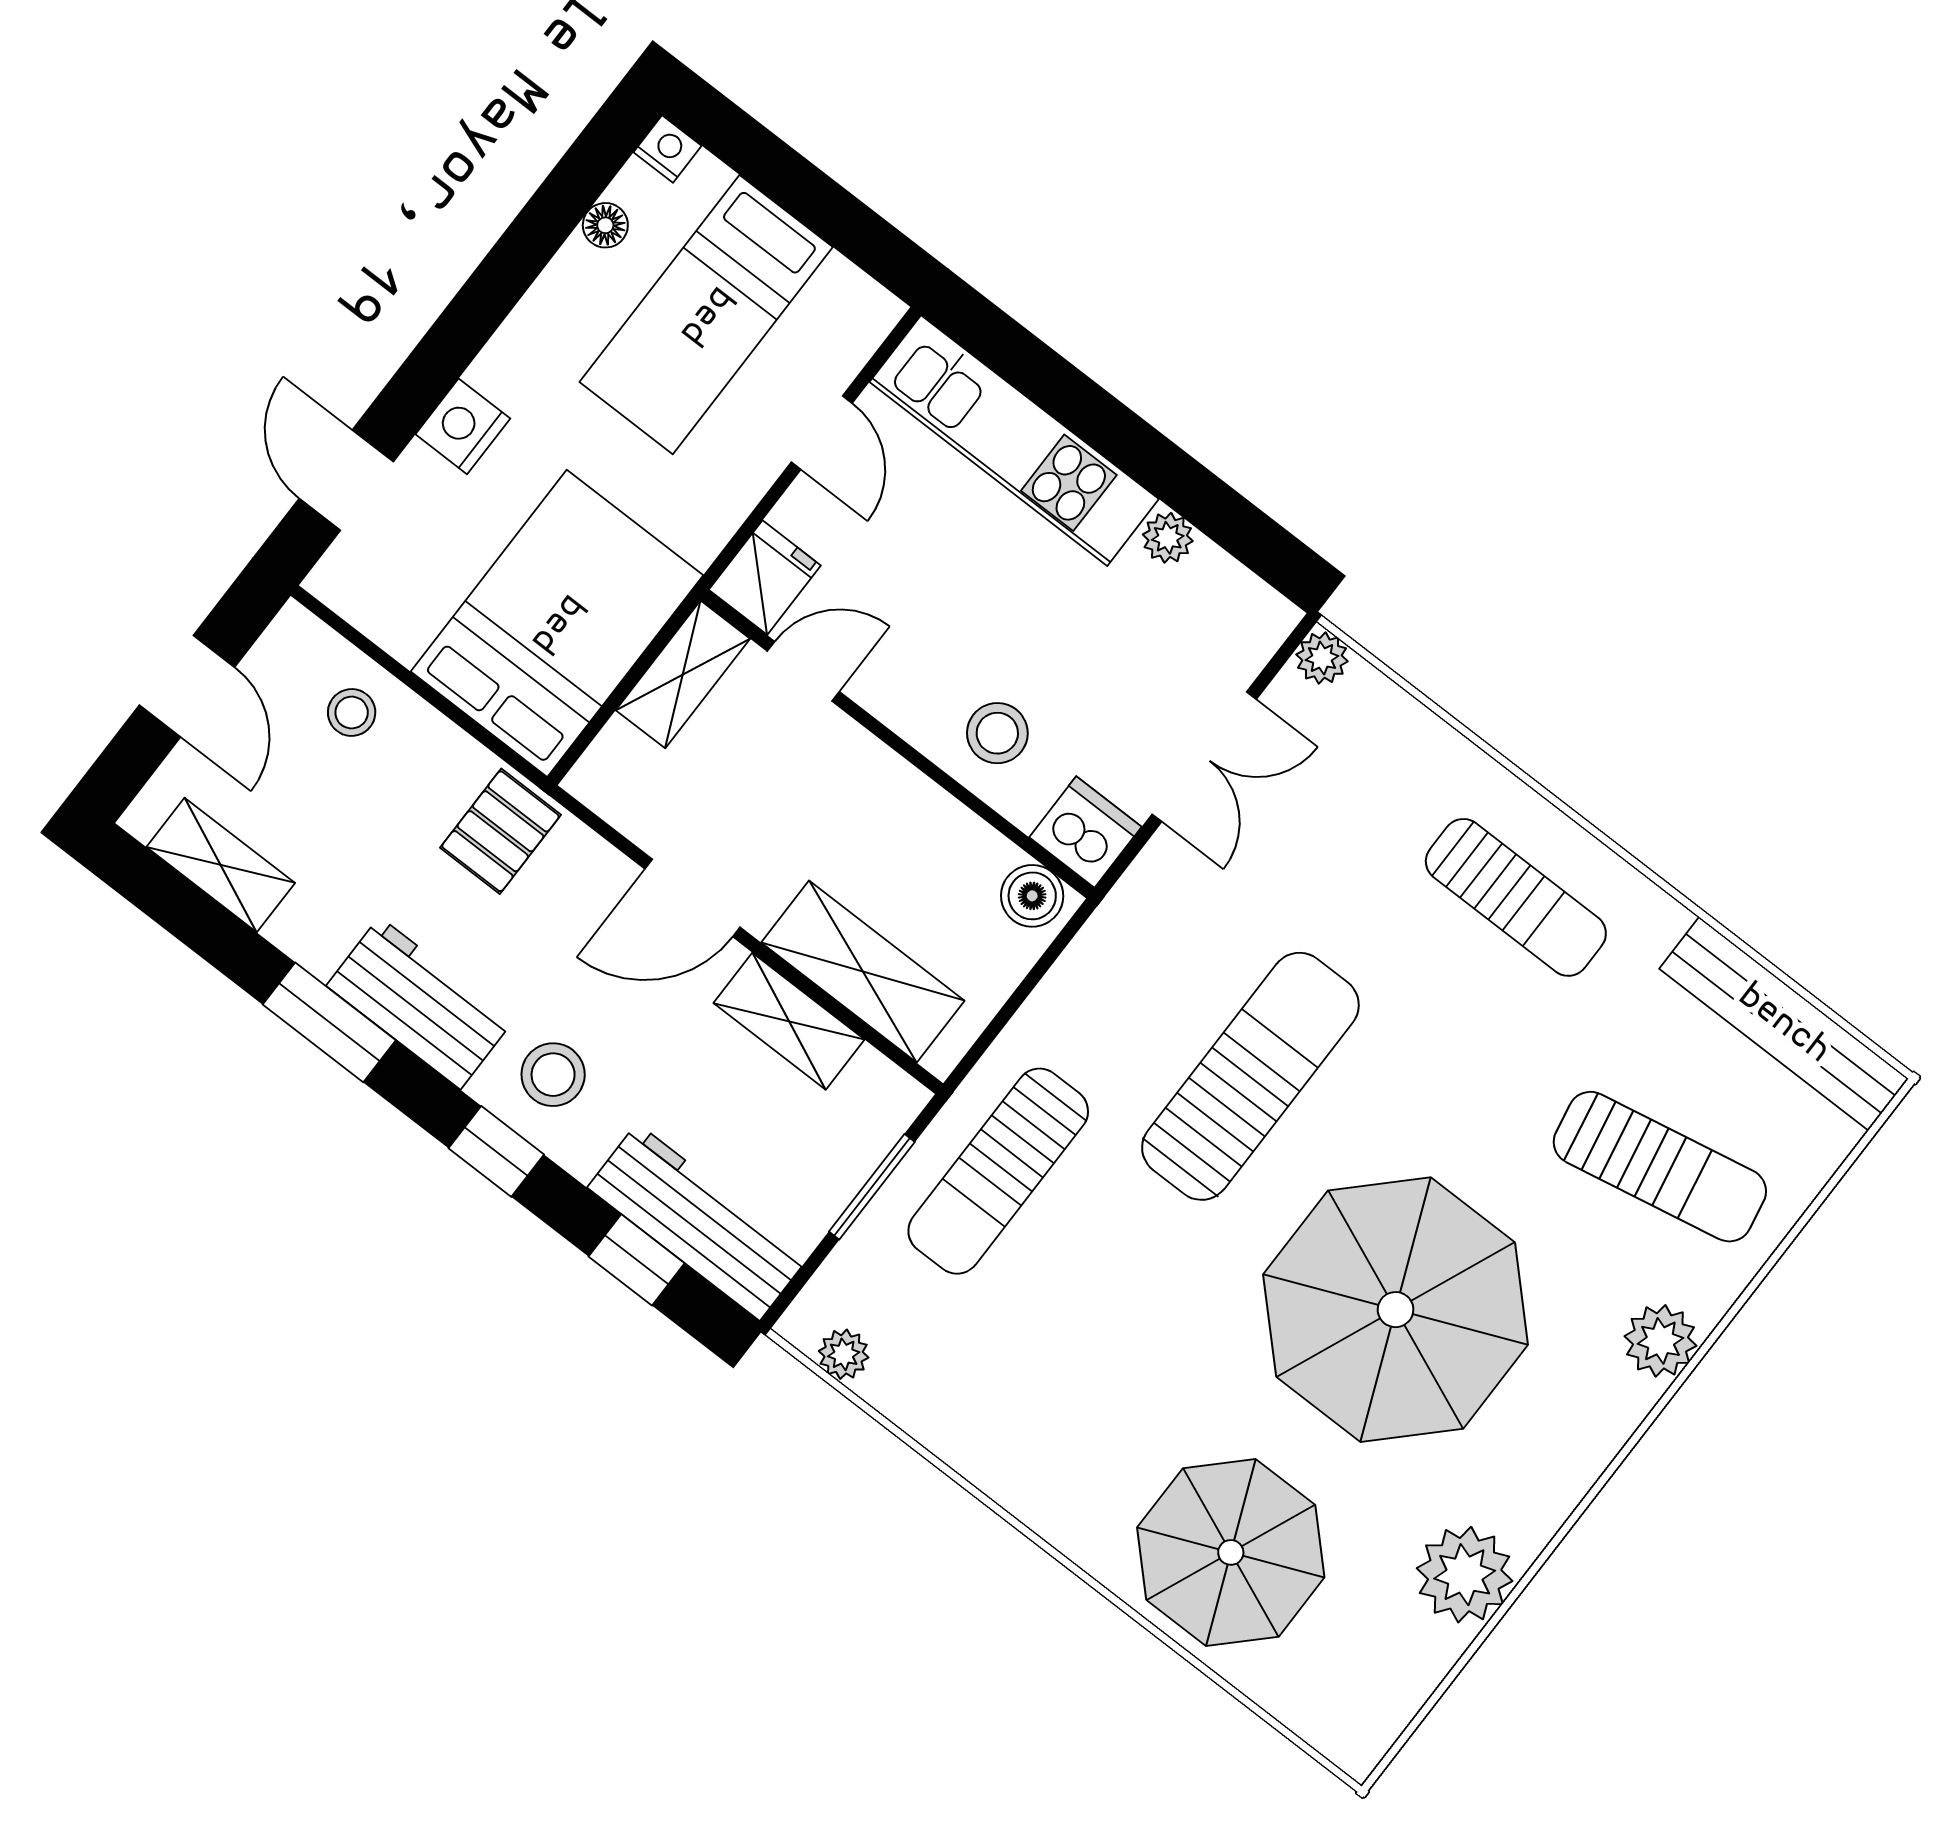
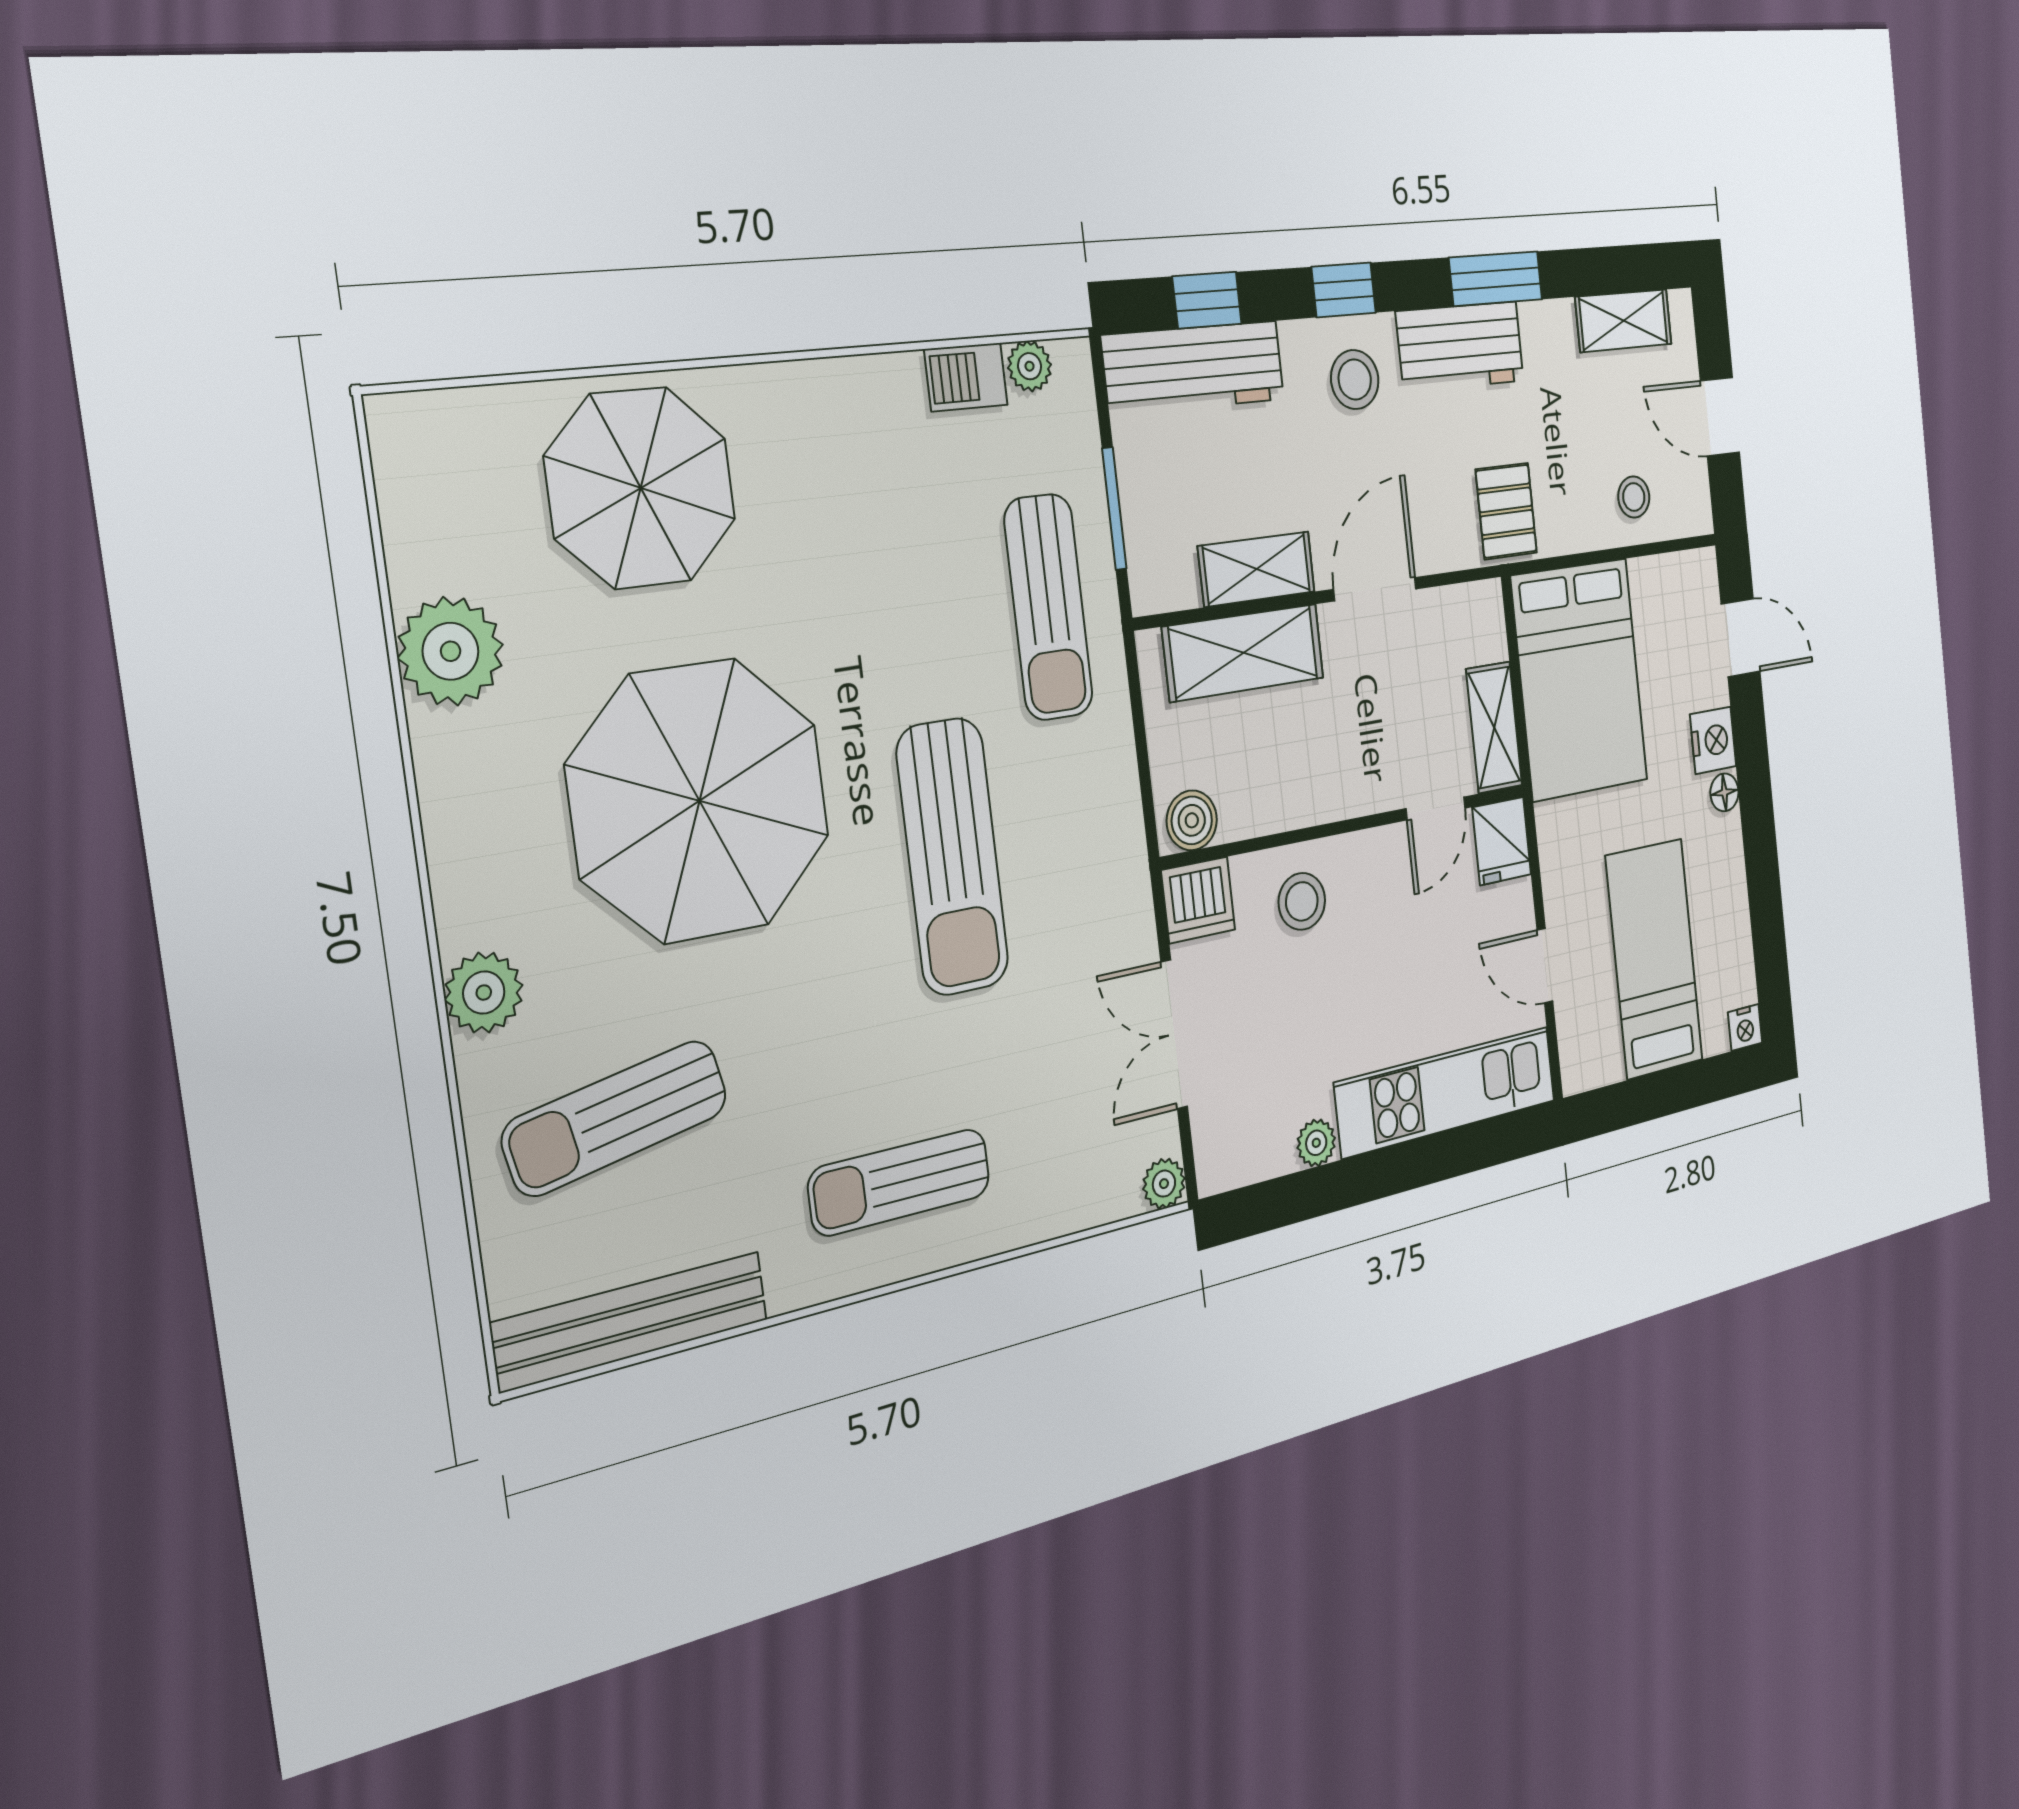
floor lamp: (605, 225) -> (1724, 792), moved
sun lounger: (998, 1171) -> (1049, 607), turned 180
barbecue: (905, 1395) -> (966, 377), added

